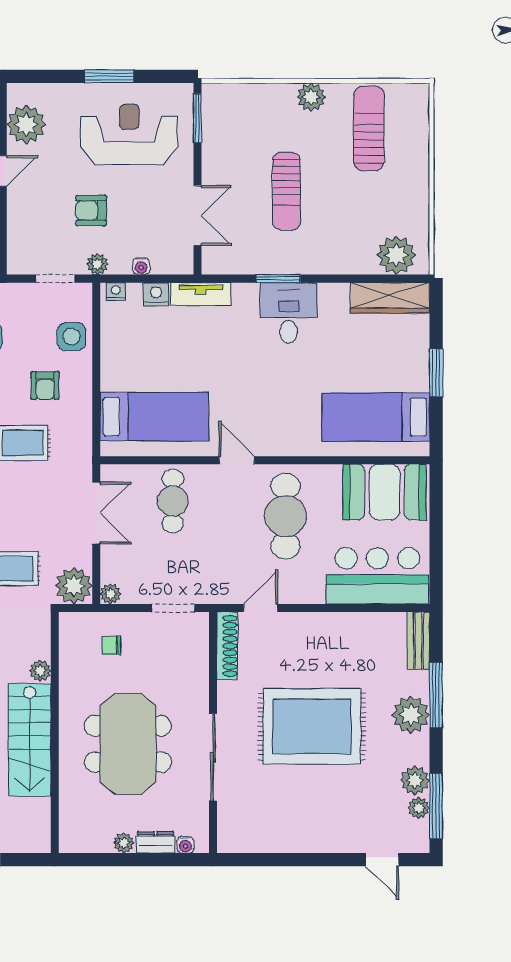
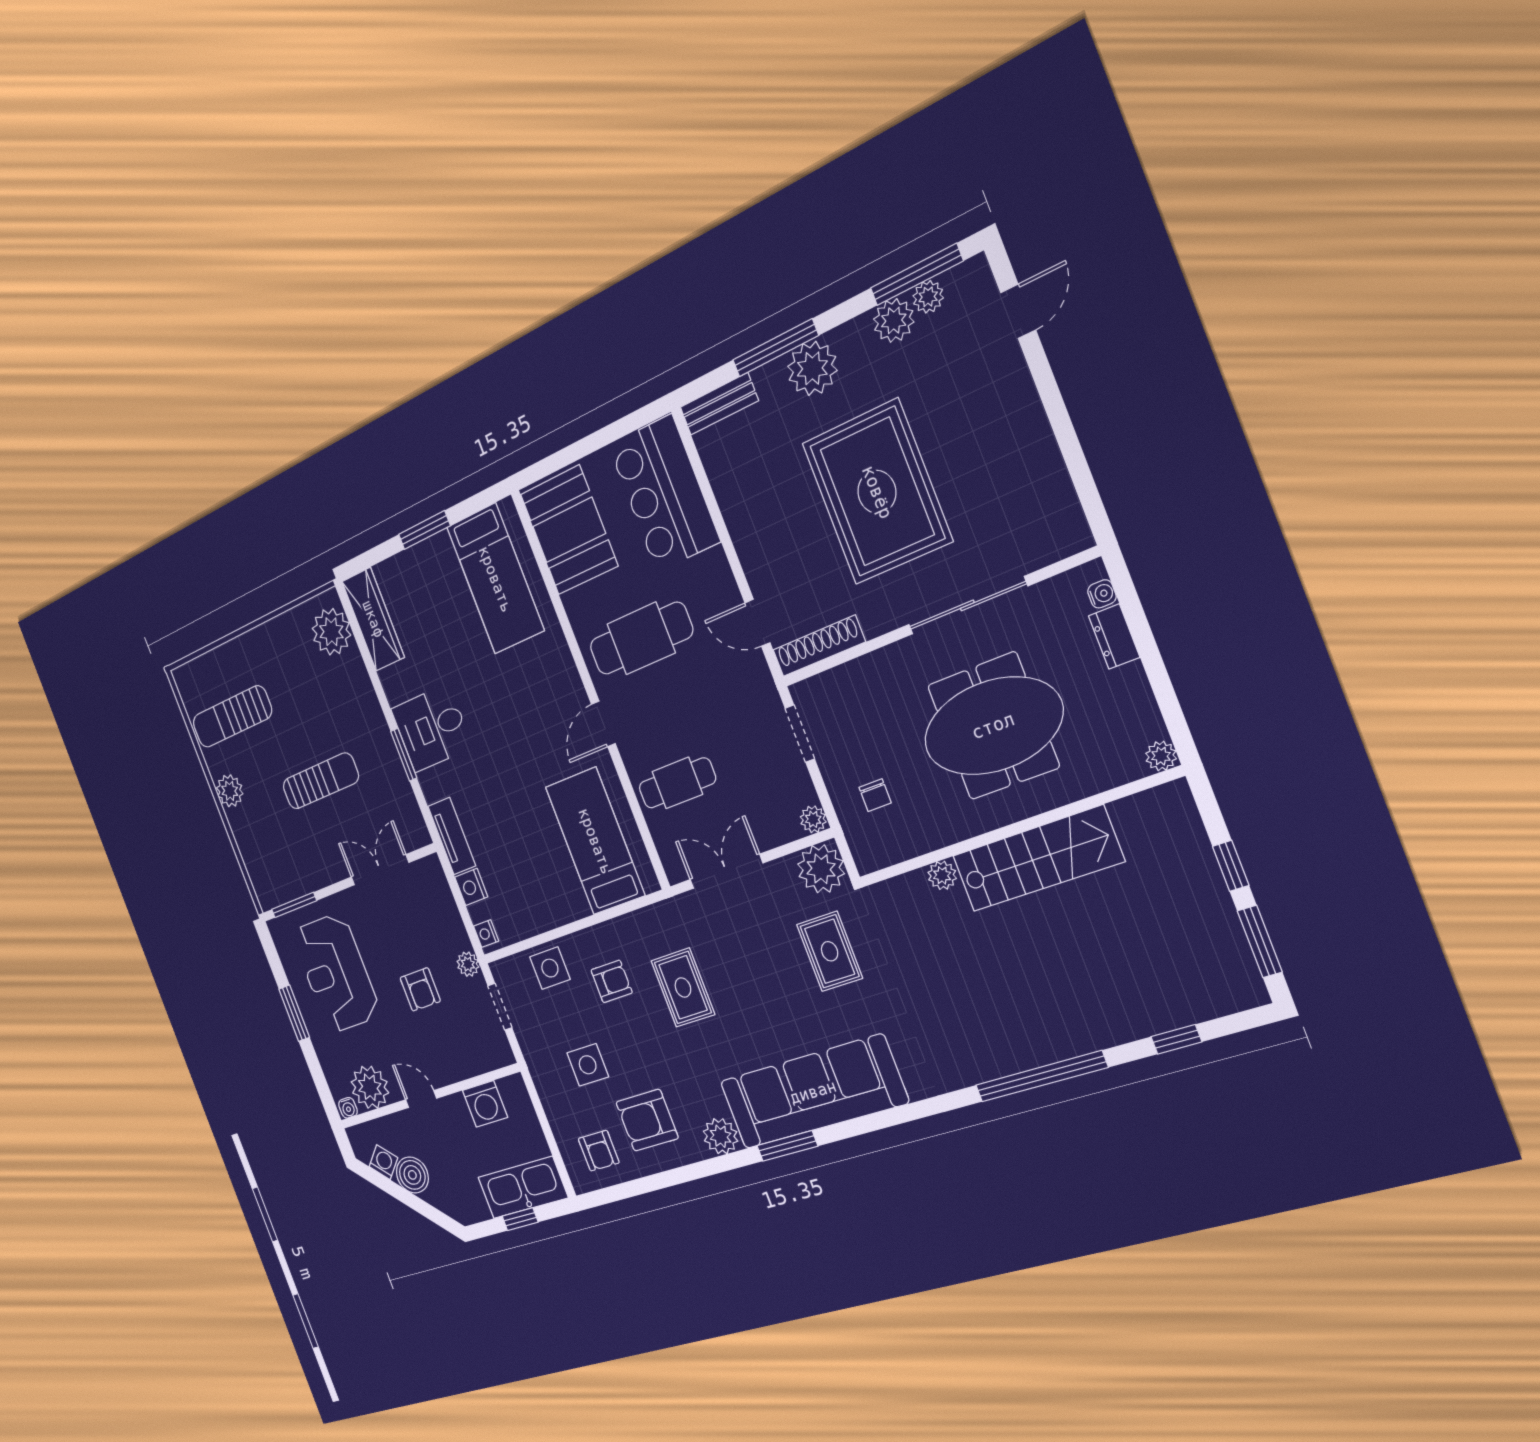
water cooler: (141, 266) -> (348, 1108), moved, turned 90
plant: (124, 843) -> (1161, 756), moved

